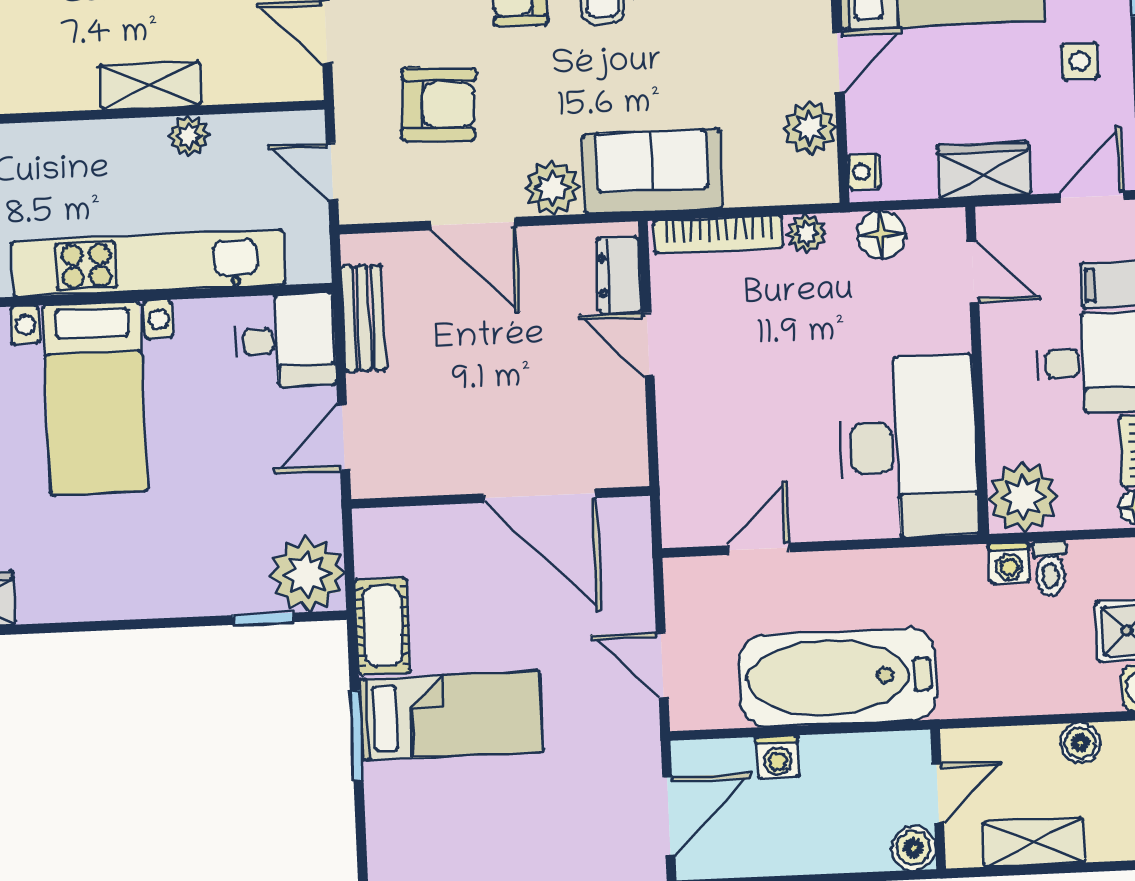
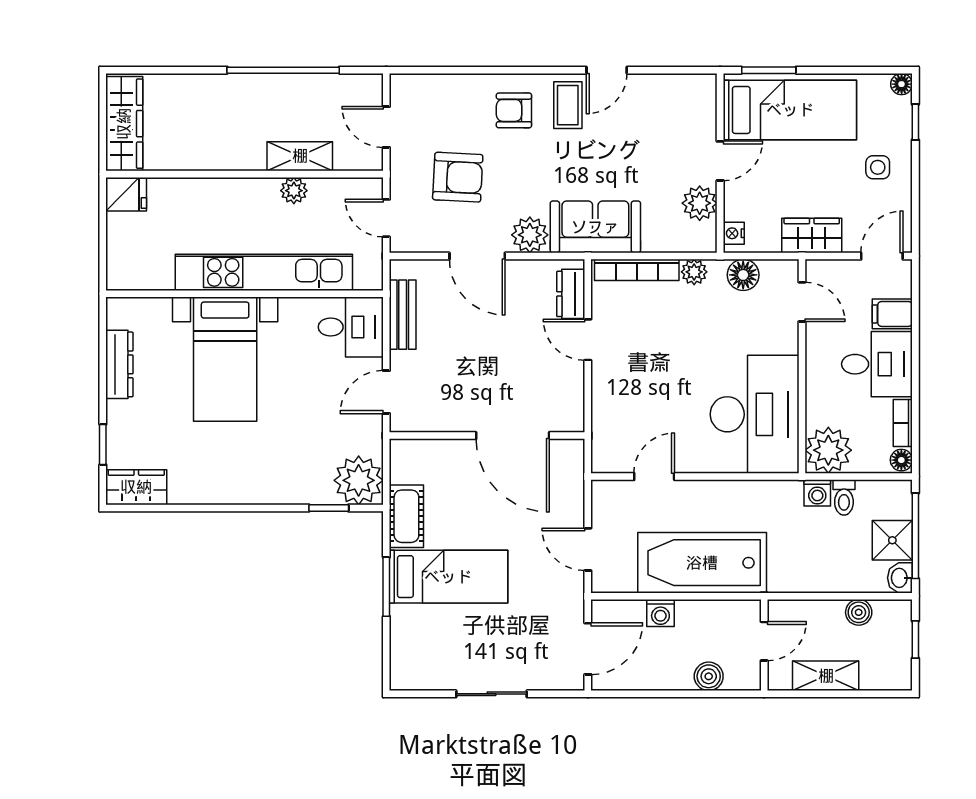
shelving: (150, 85) -> (300, 156), moved
boiler: (914, 848) -> (709, 676), moved

